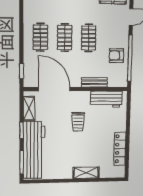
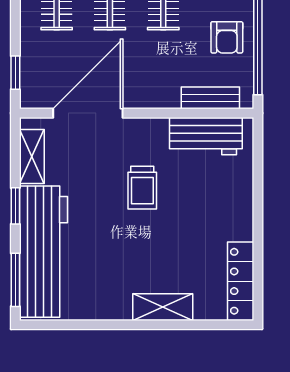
armchair: (116, 55) -> (227, 37), turned -90
bench: (94, 82) -> (210, 98), moved
door: (54, 89) -> (88, 113), hinge flipped
locker: (120, 149) -> (241, 281), moved

